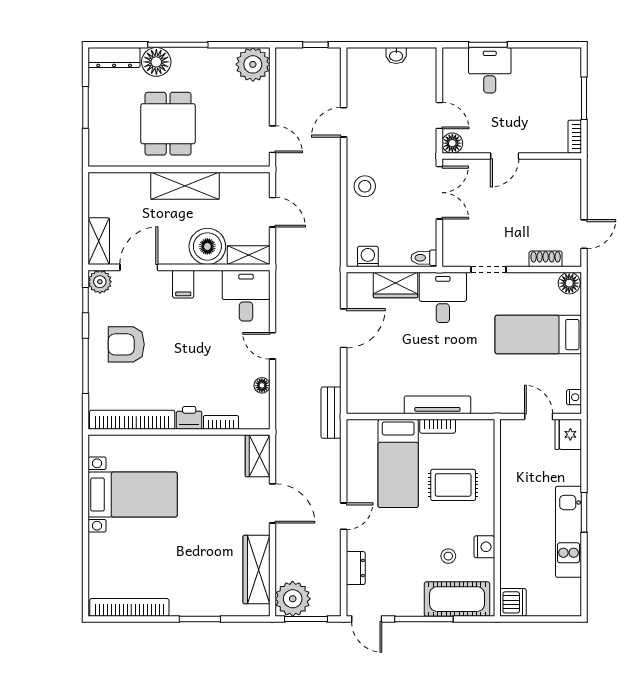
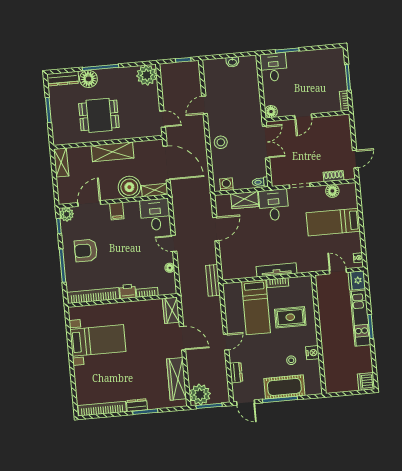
desk: (490, 70) -> (274, 67), moved
door: (439, 115) -> (262, 96), removed
dining table: (168, 124) -> (99, 115), turned 90
door: (272, 212) -> (167, 163), width x1.87
shelving: (99, 241) -> (61, 162), moved
floor lamp: (569, 283) -> (332, 191), moved
kitchen unit: (569, 532) -> (360, 318), moved
cot: (457, 599) -> (284, 387), moved
dishwasher: (513, 602) -> (366, 382), moved, turned 180
dresser: (187, 607) -> (137, 405), added

